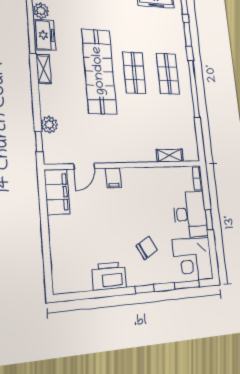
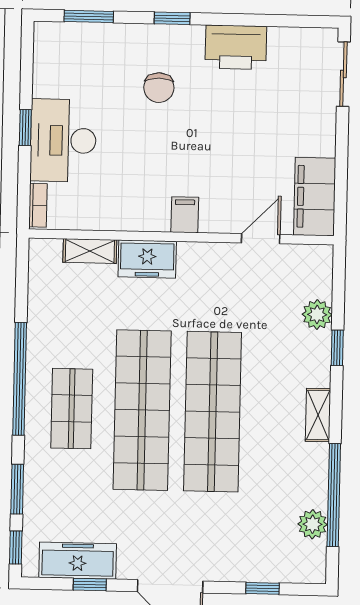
freezer: (45, 35) -> (147, 259), moved, turned -90
shop shelf: (134, 73) -> (142, 410), width x2.00, depth x1.36
window: (39, 142) -> (337, 348), moved
filing cabinet: (113, 178) -> (185, 215), moved
chair: (147, 248) -> (159, 88), turned -61
corner desk: (193, 259) -> (70, 59), removed
sliding door: (47, 267) -> (343, 74), added

